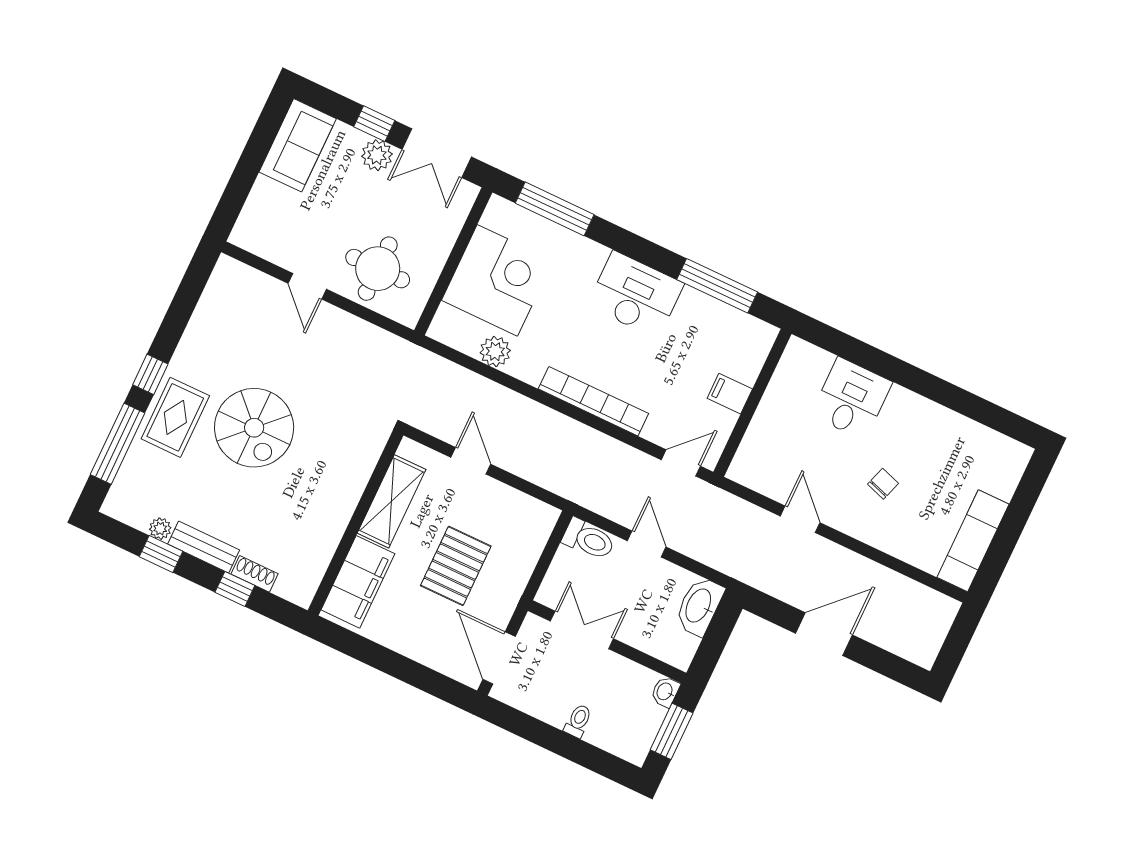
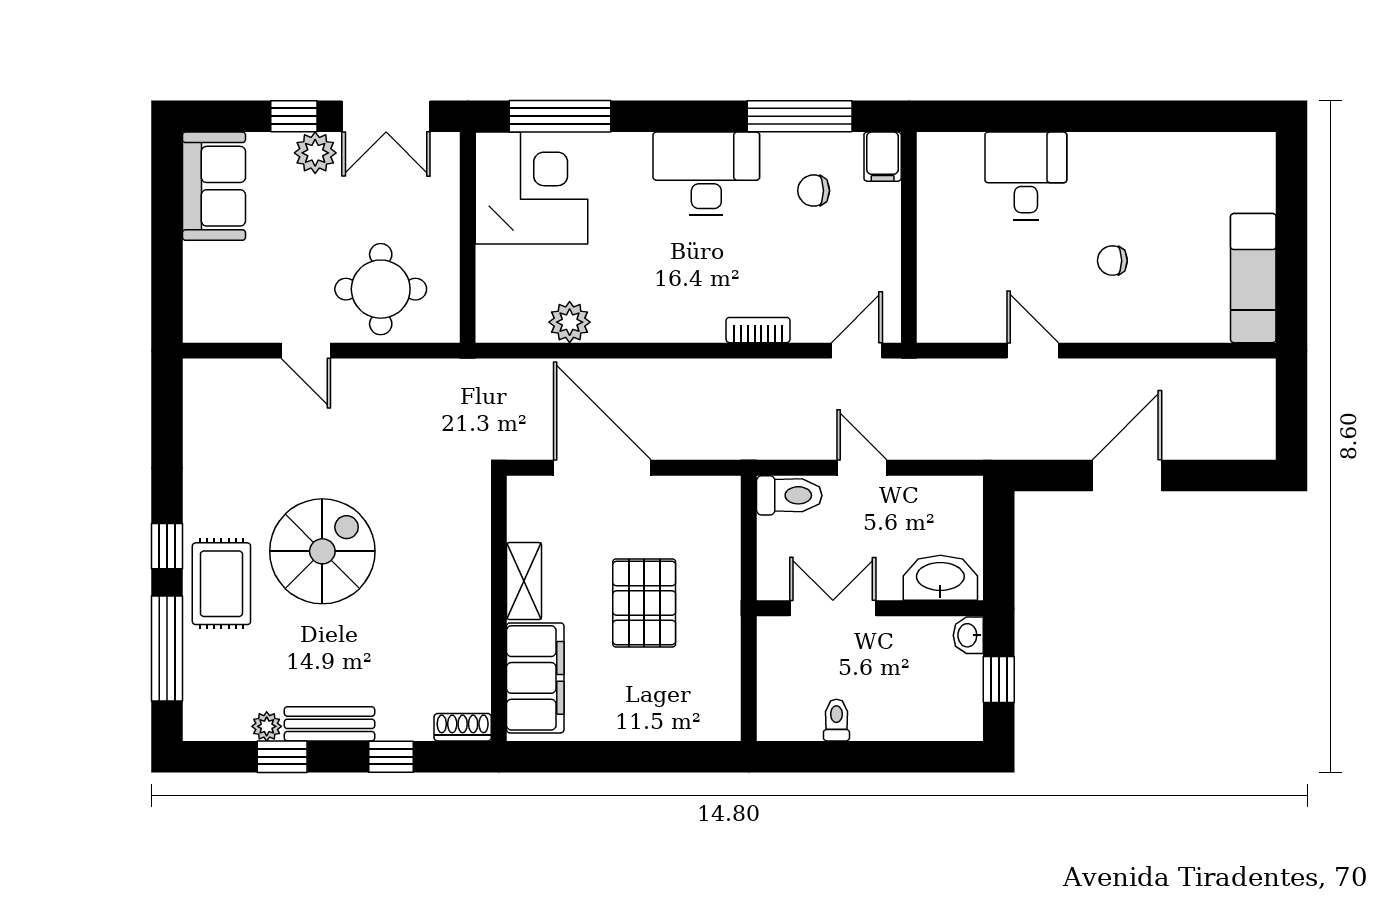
corner desk: (497, 280) -> (532, 188), moved
chair: (703, 341) -> (814, 191), added
filing cabinet: (730, 394) -> (883, 157), moved, turned -90
bookcase: (593, 401) -> (758, 330), width x0.43, depth x0.76
spiral stairs: (254, 428) -> (322, 551), turned -90
door: (471, 461) -> (602, 468), width x1.88
chair: (883, 484) -> (1112, 261), turned -108
shelving: (391, 501) -> (524, 581), width x0.67, depth x0.75
shoe rack: (254, 574) -> (463, 727), moved
washbasin: (699, 606) -> (940, 578), moved, turned 90
door: (499, 658) -> (749, 689), removed
toilet: (578, 721) -> (836, 720), moved
window: (672, 731) -> (999, 680), width x0.67

